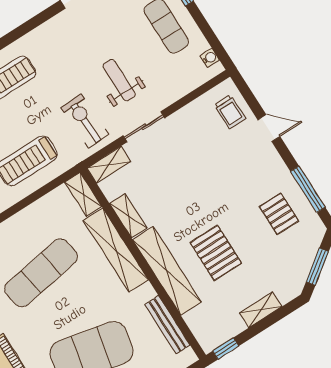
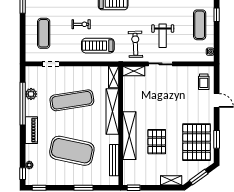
weight bench: (119, 80) -> (163, 36), turned 180
window: (308, 189) -> (217, 139), width x0.69
pallet: (279, 214) -> (197, 142), width x2.05, depth x2.00
shelving: (128, 216) -> (128, 100), removed
shelving: (261, 310) -> (171, 180), moved

